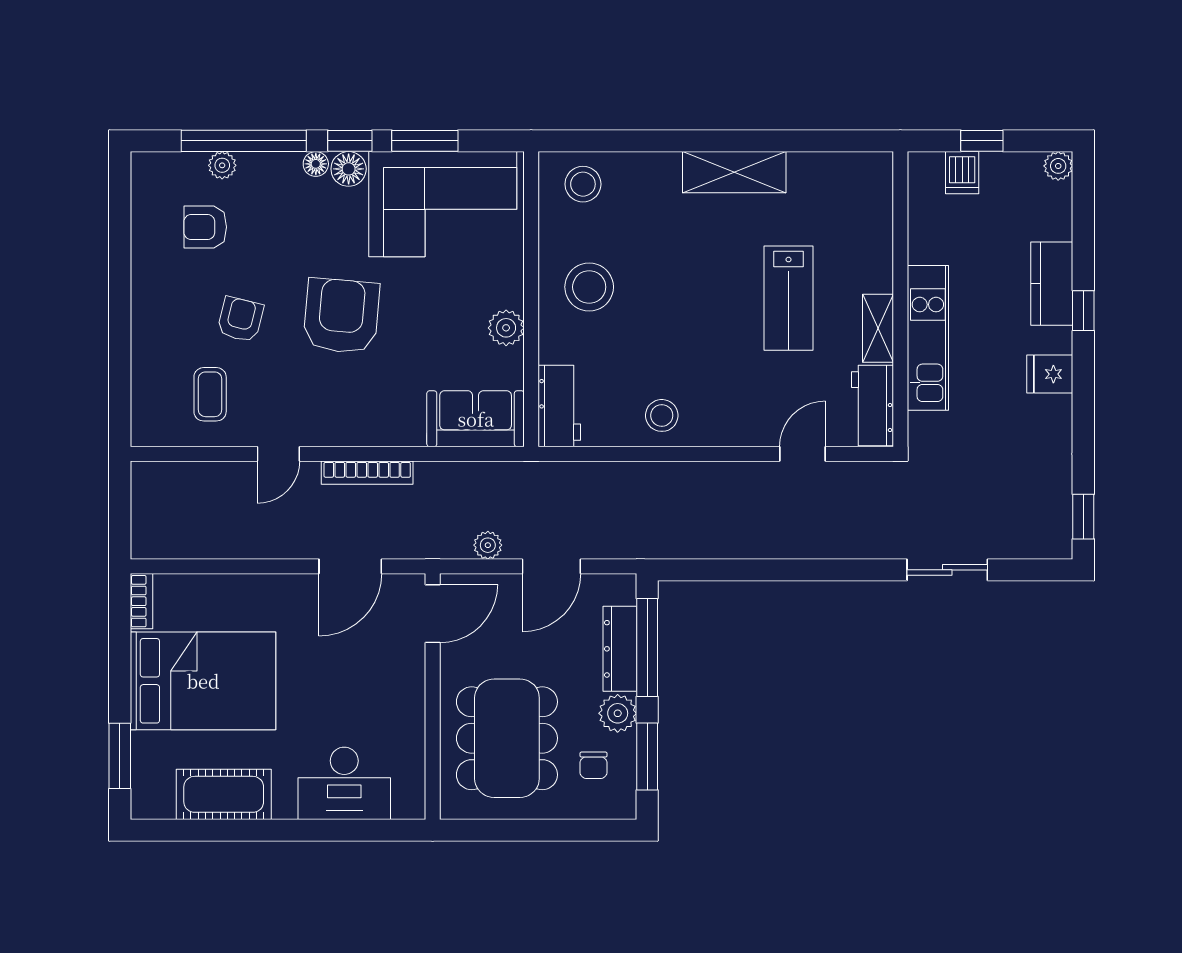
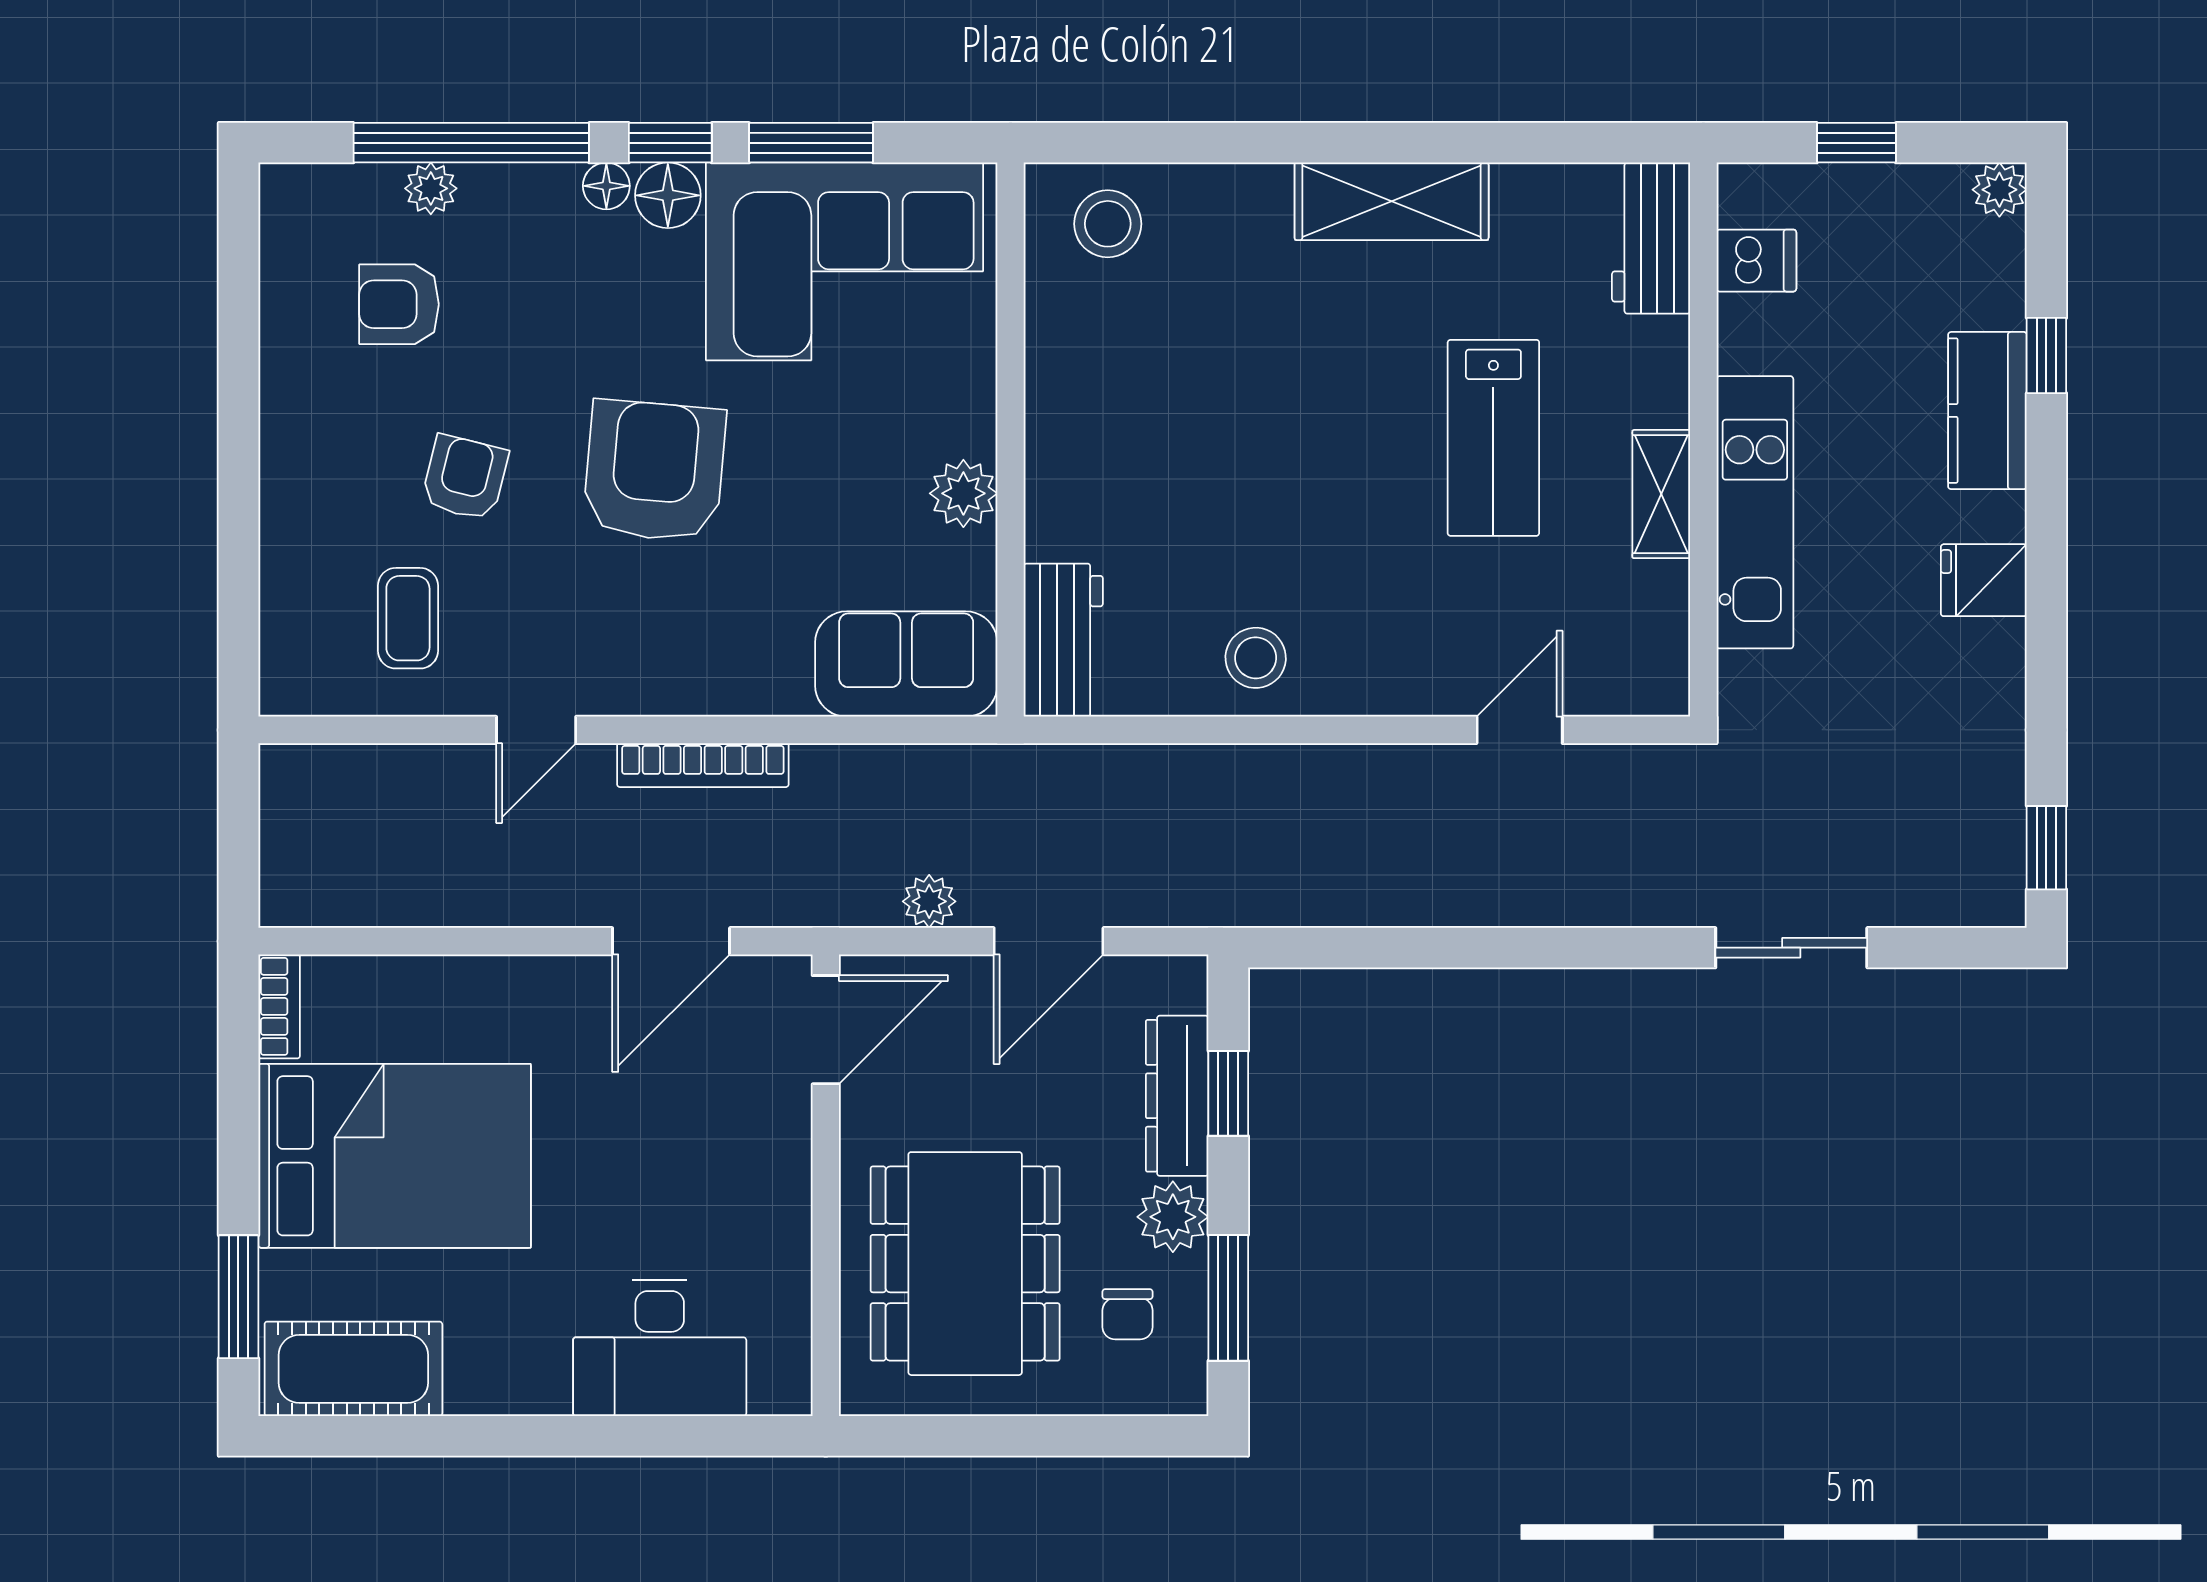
dishwasher: (962, 173) -> (1756, 261), moved, turned -90
stool: (589, 287) -> (1119, 417), removed
window: (1083, 311) -> (2046, 355), moved
workbench: (873, 405) -> (1651, 238), moved
window: (647, 648) -> (1228, 1093), width x0.46
cot: (224, 794) -> (353, 1369), moved

